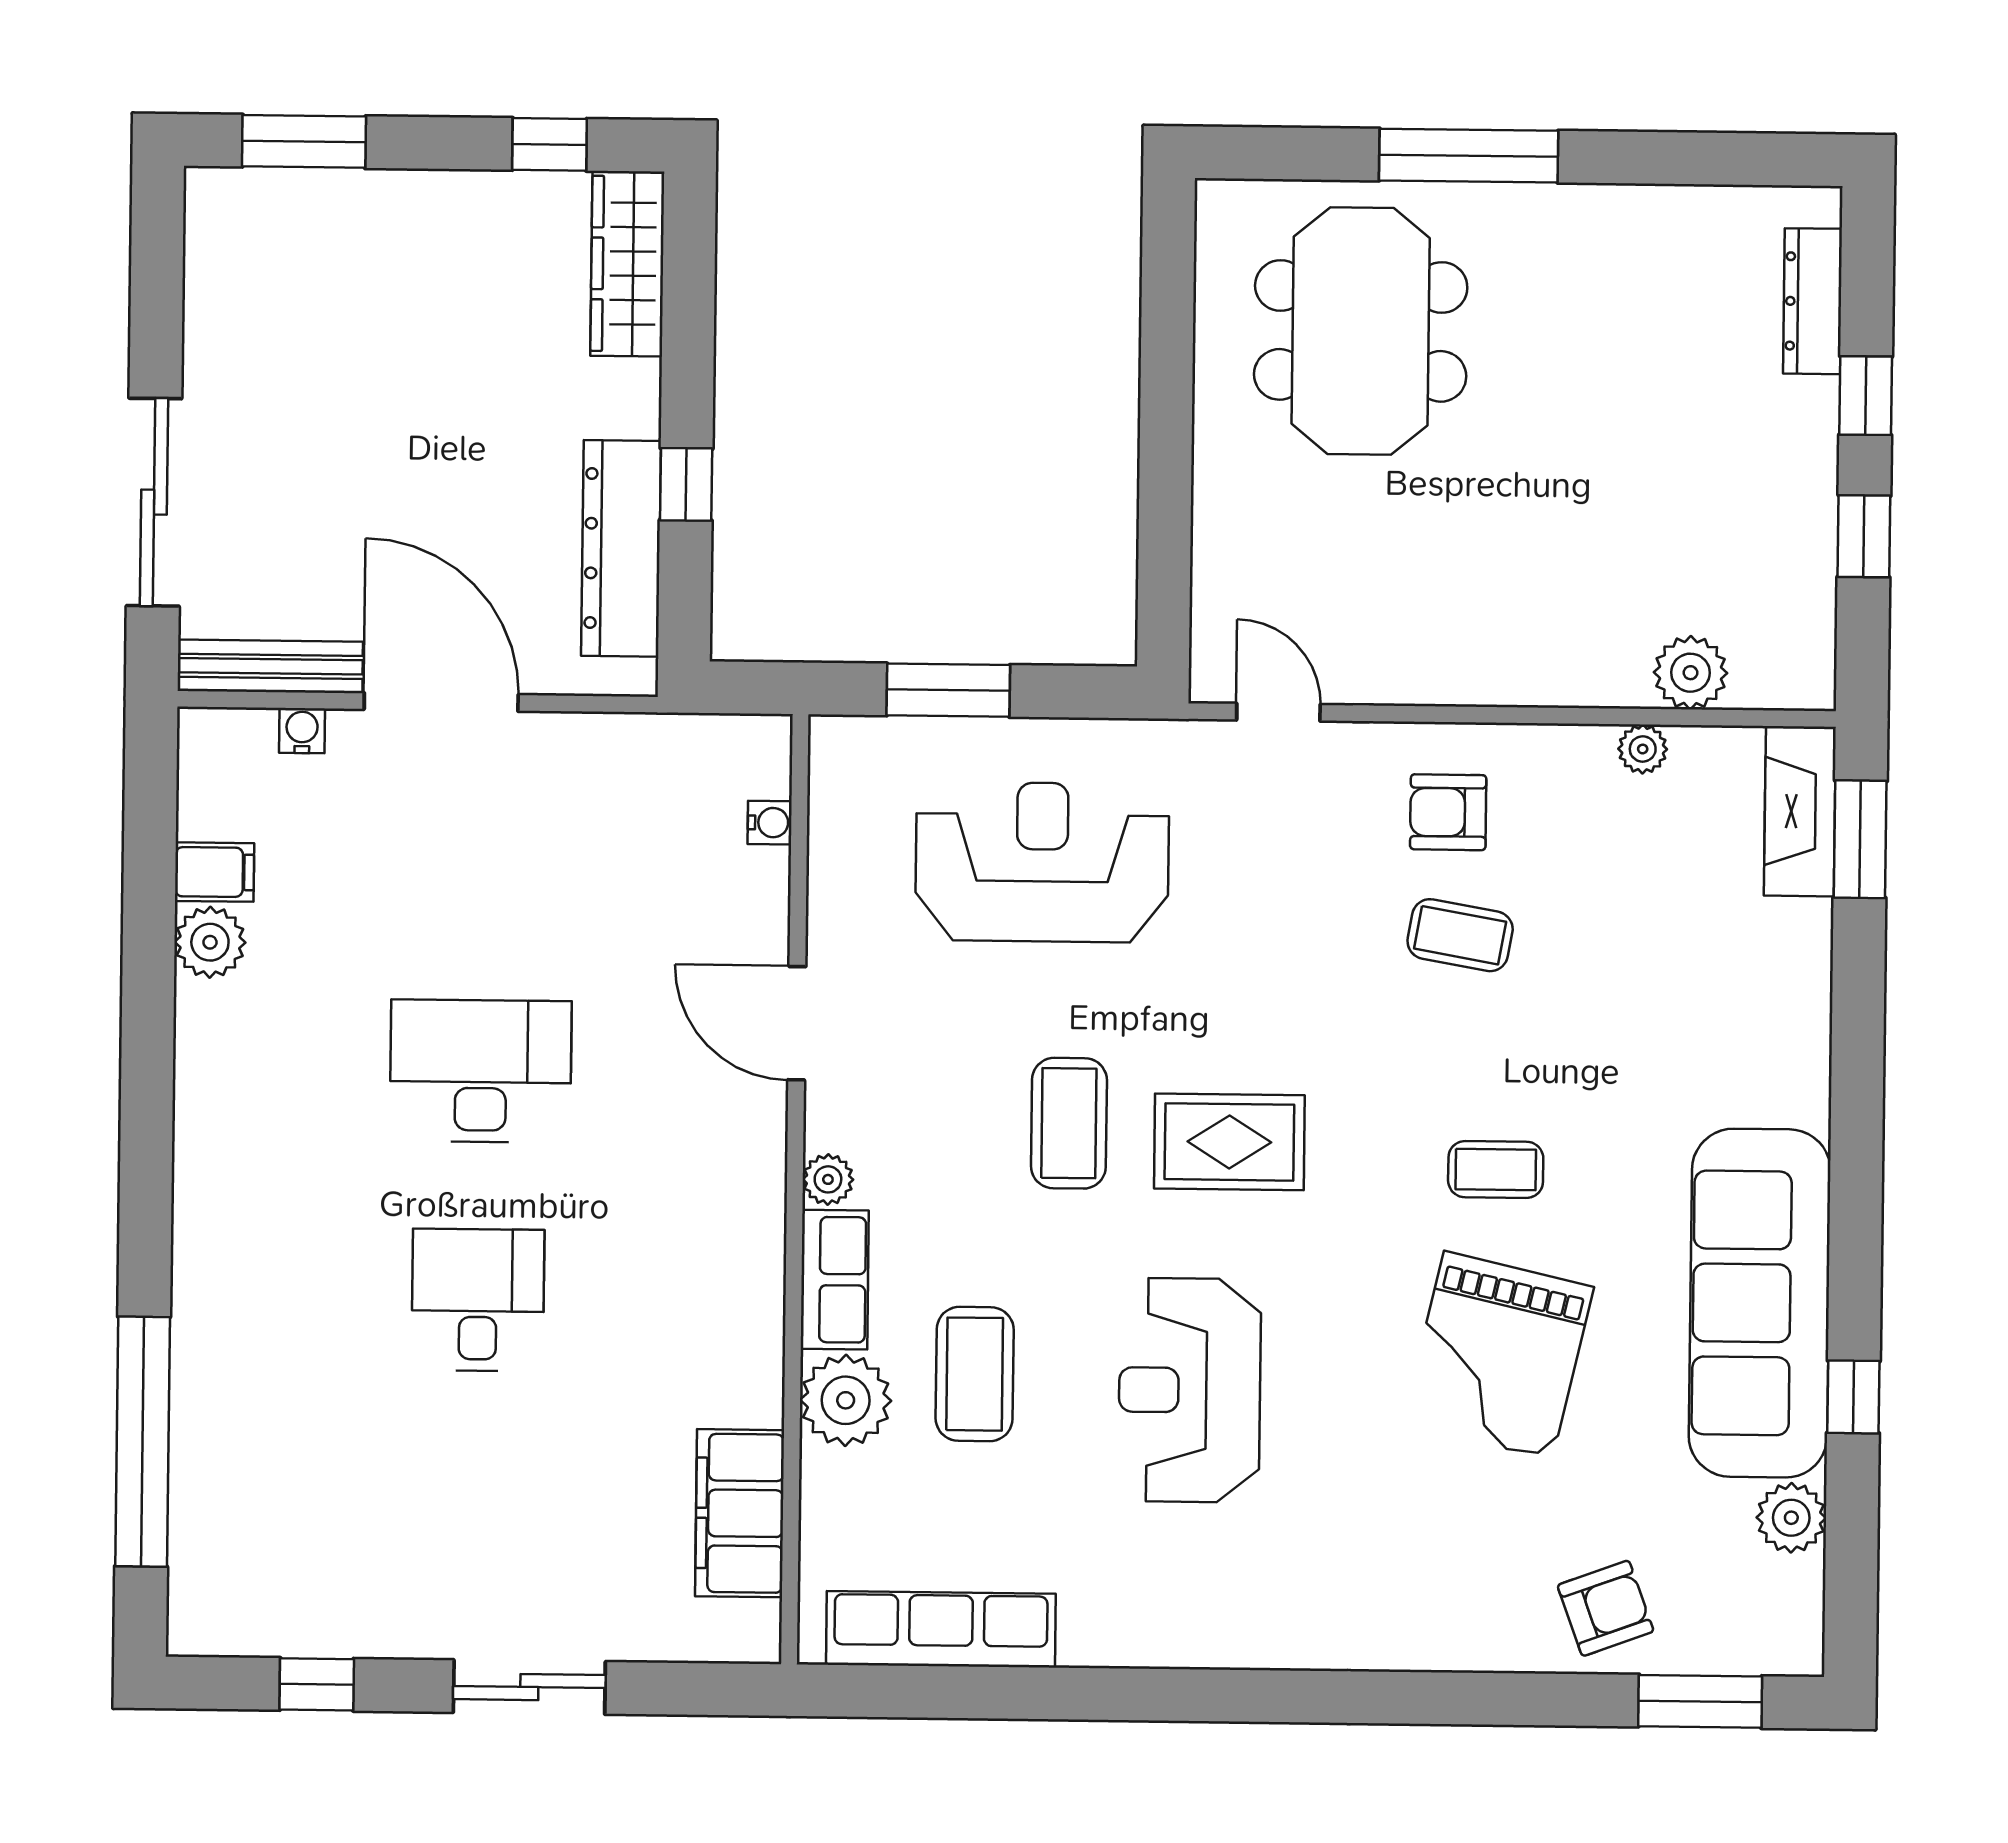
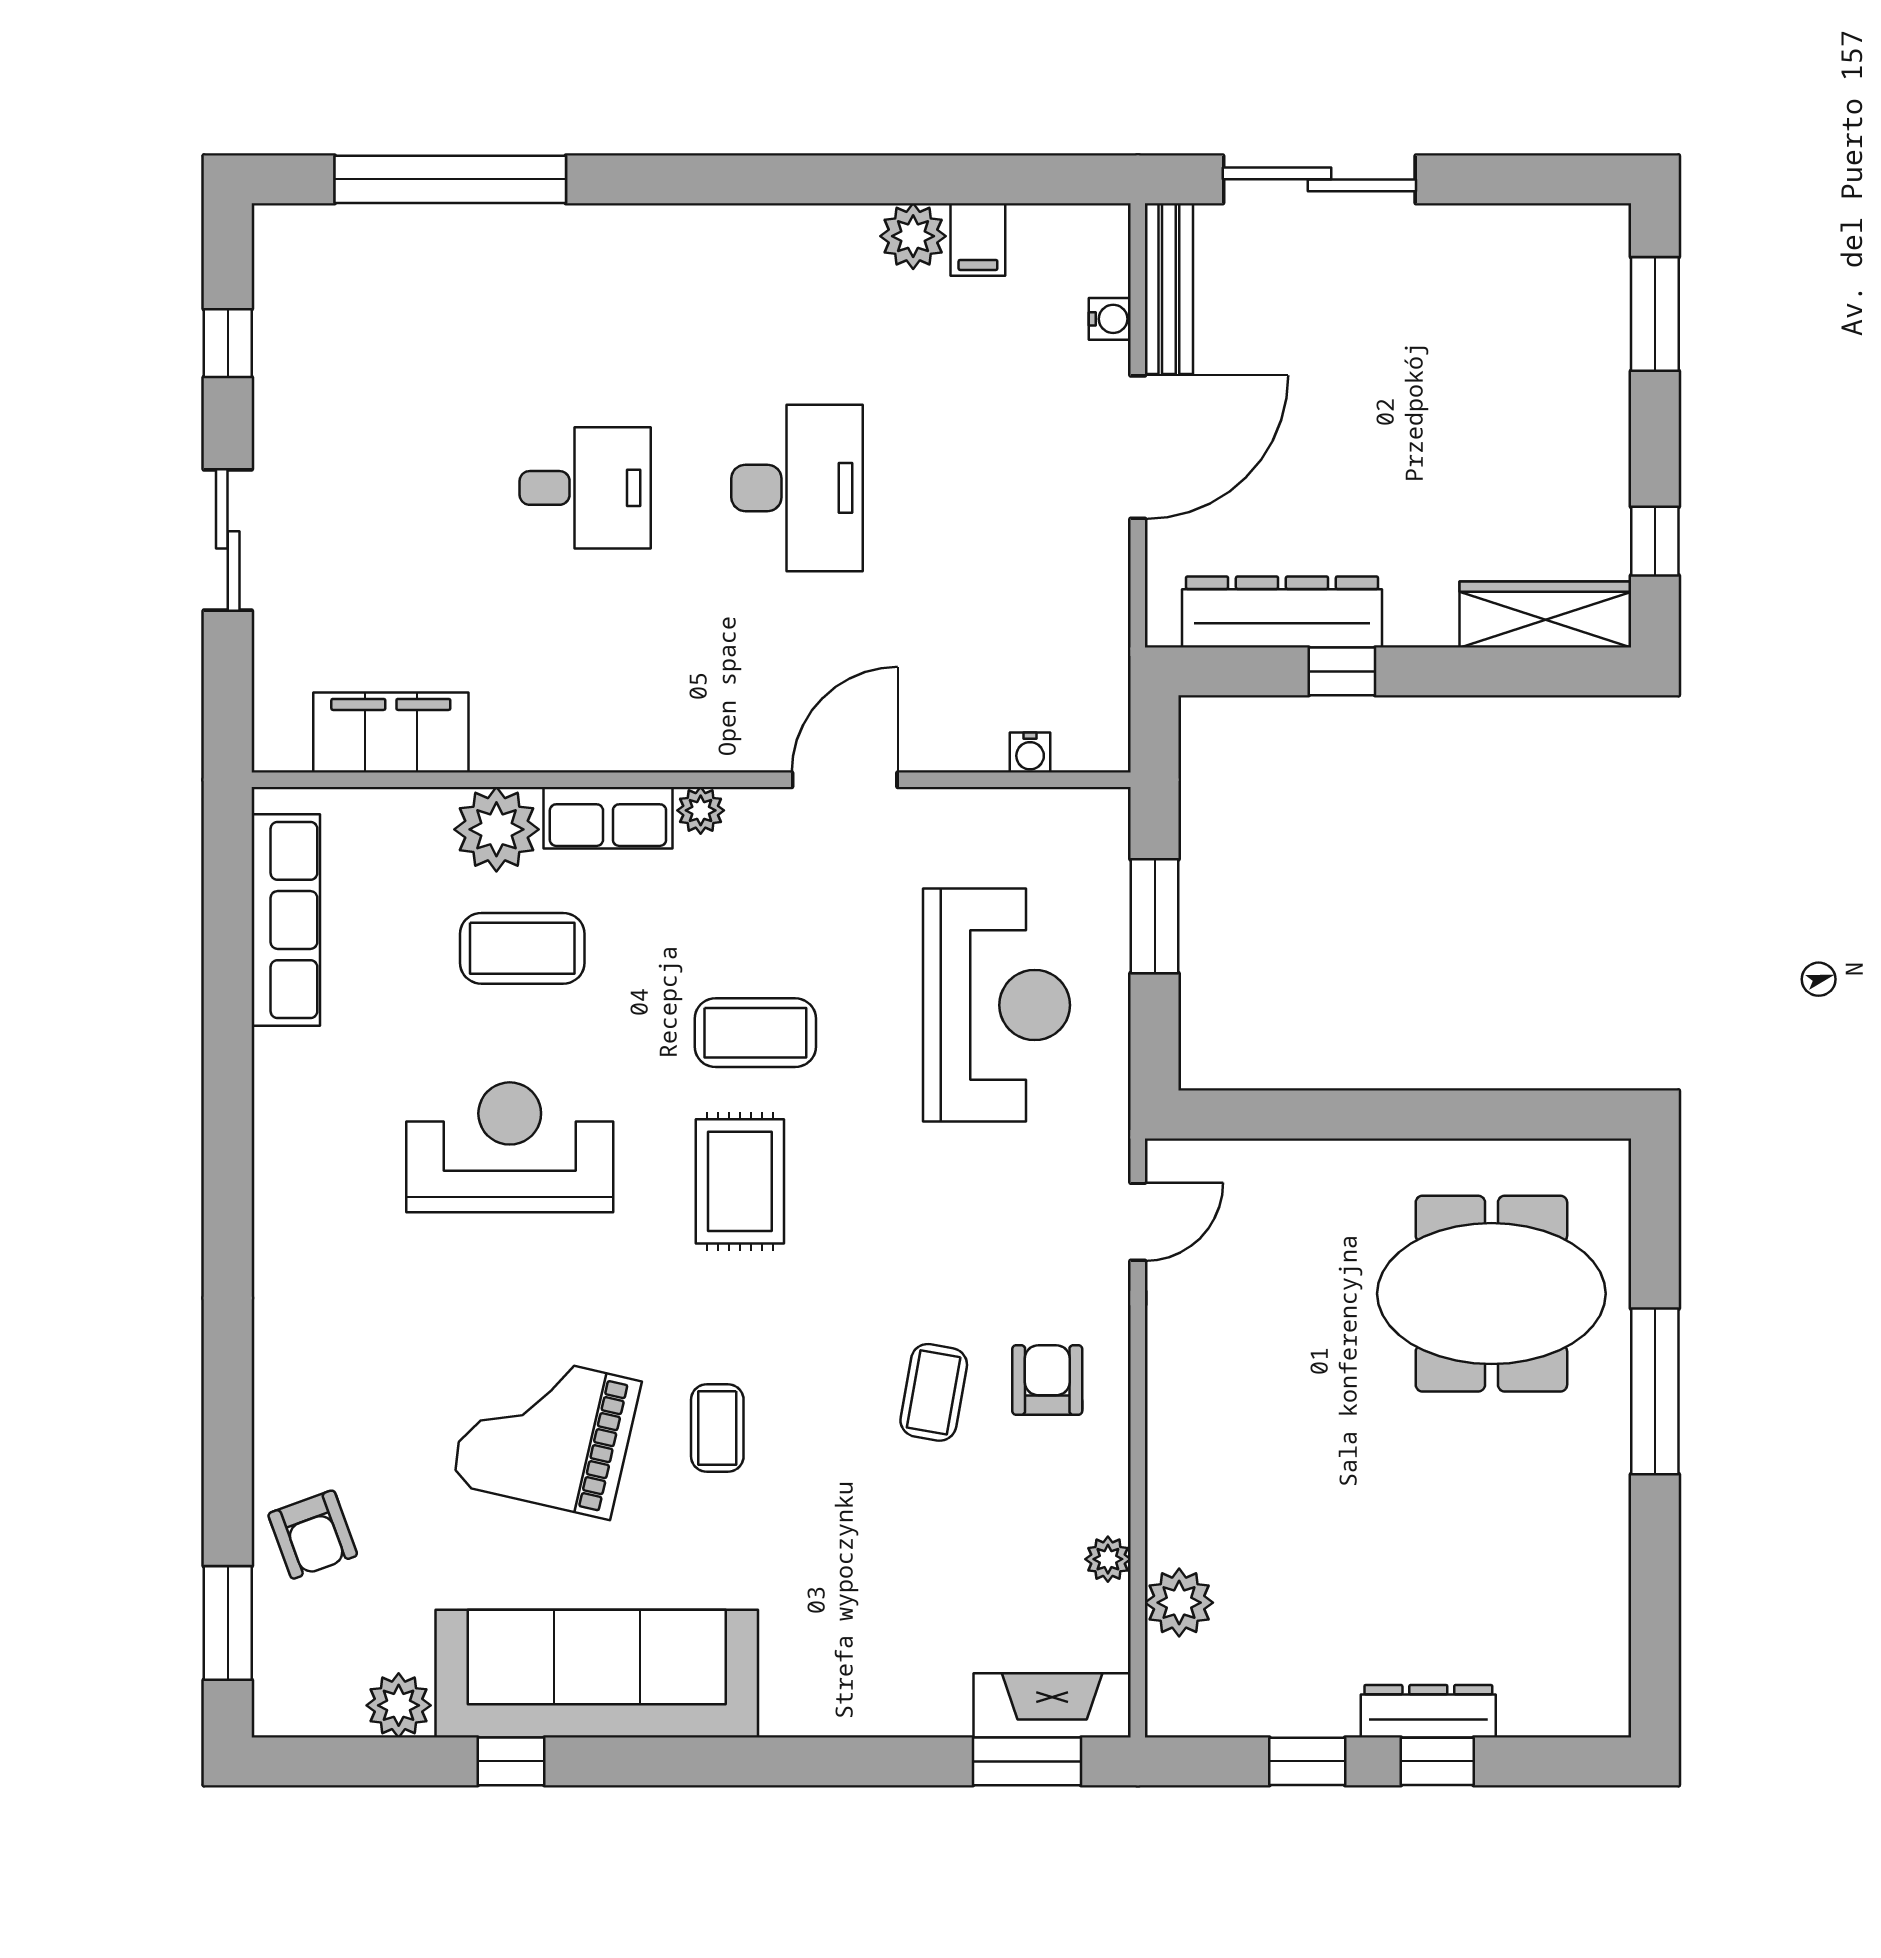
dresser: (1813, 301) -> (1428, 1711), moved

